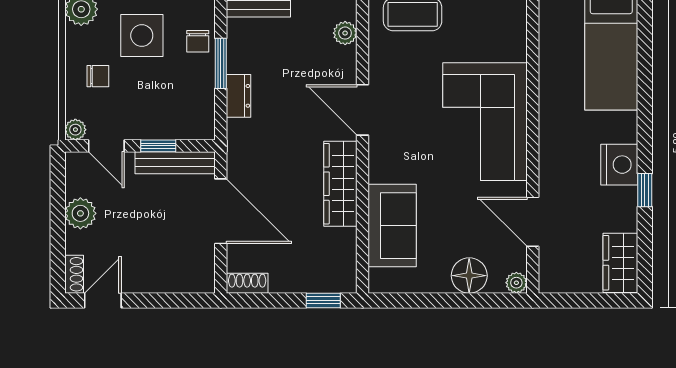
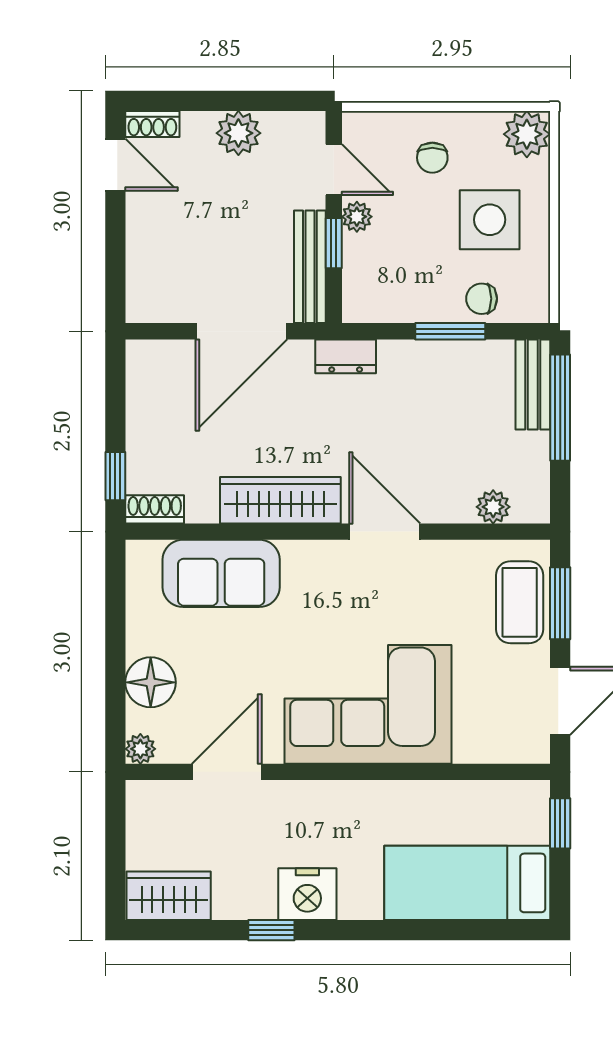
dresser: (238, 96) -> (346, 356), moved
door: (363, 110) -> (385, 532), hinge flipped
plant: (75, 130) -> (357, 217), moved
door: (106, 146) -> (334, 170), swing flipped
shoe rack: (247, 283) -> (155, 509), moved, turned -90

